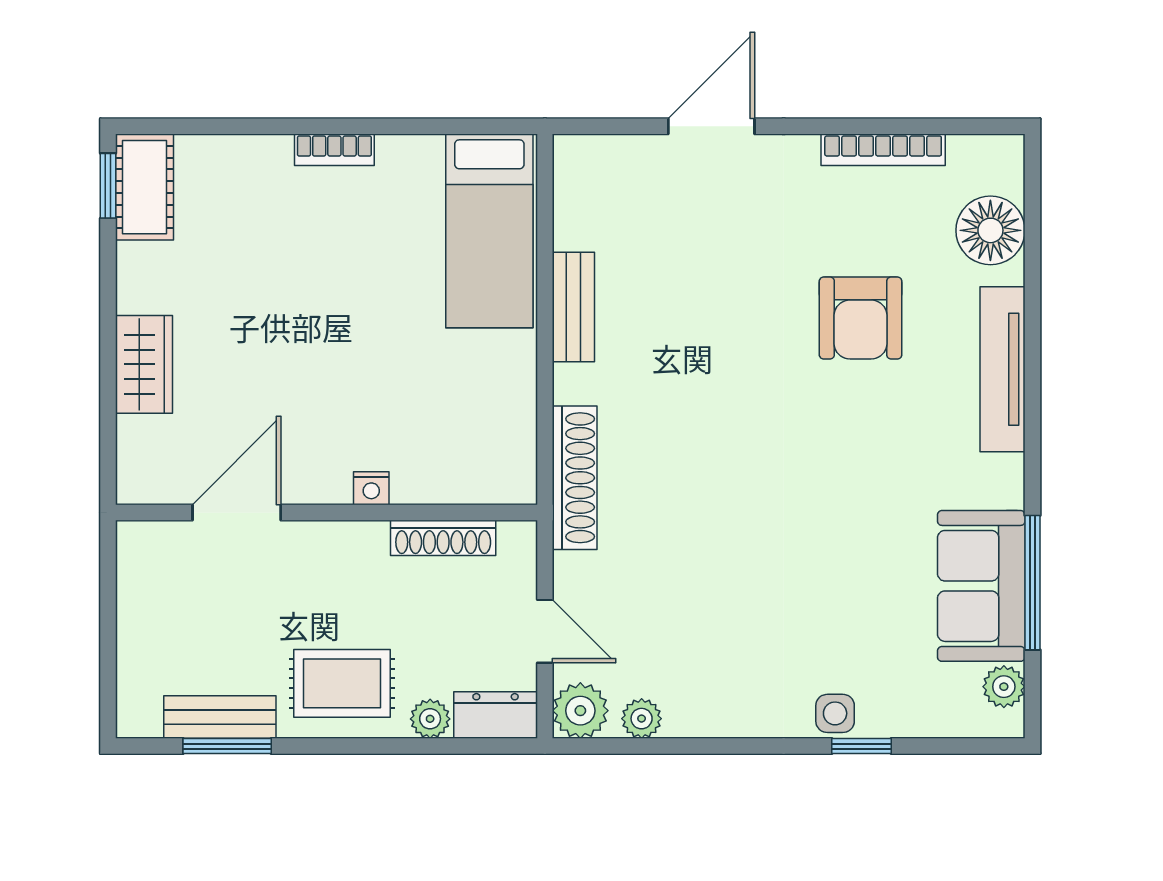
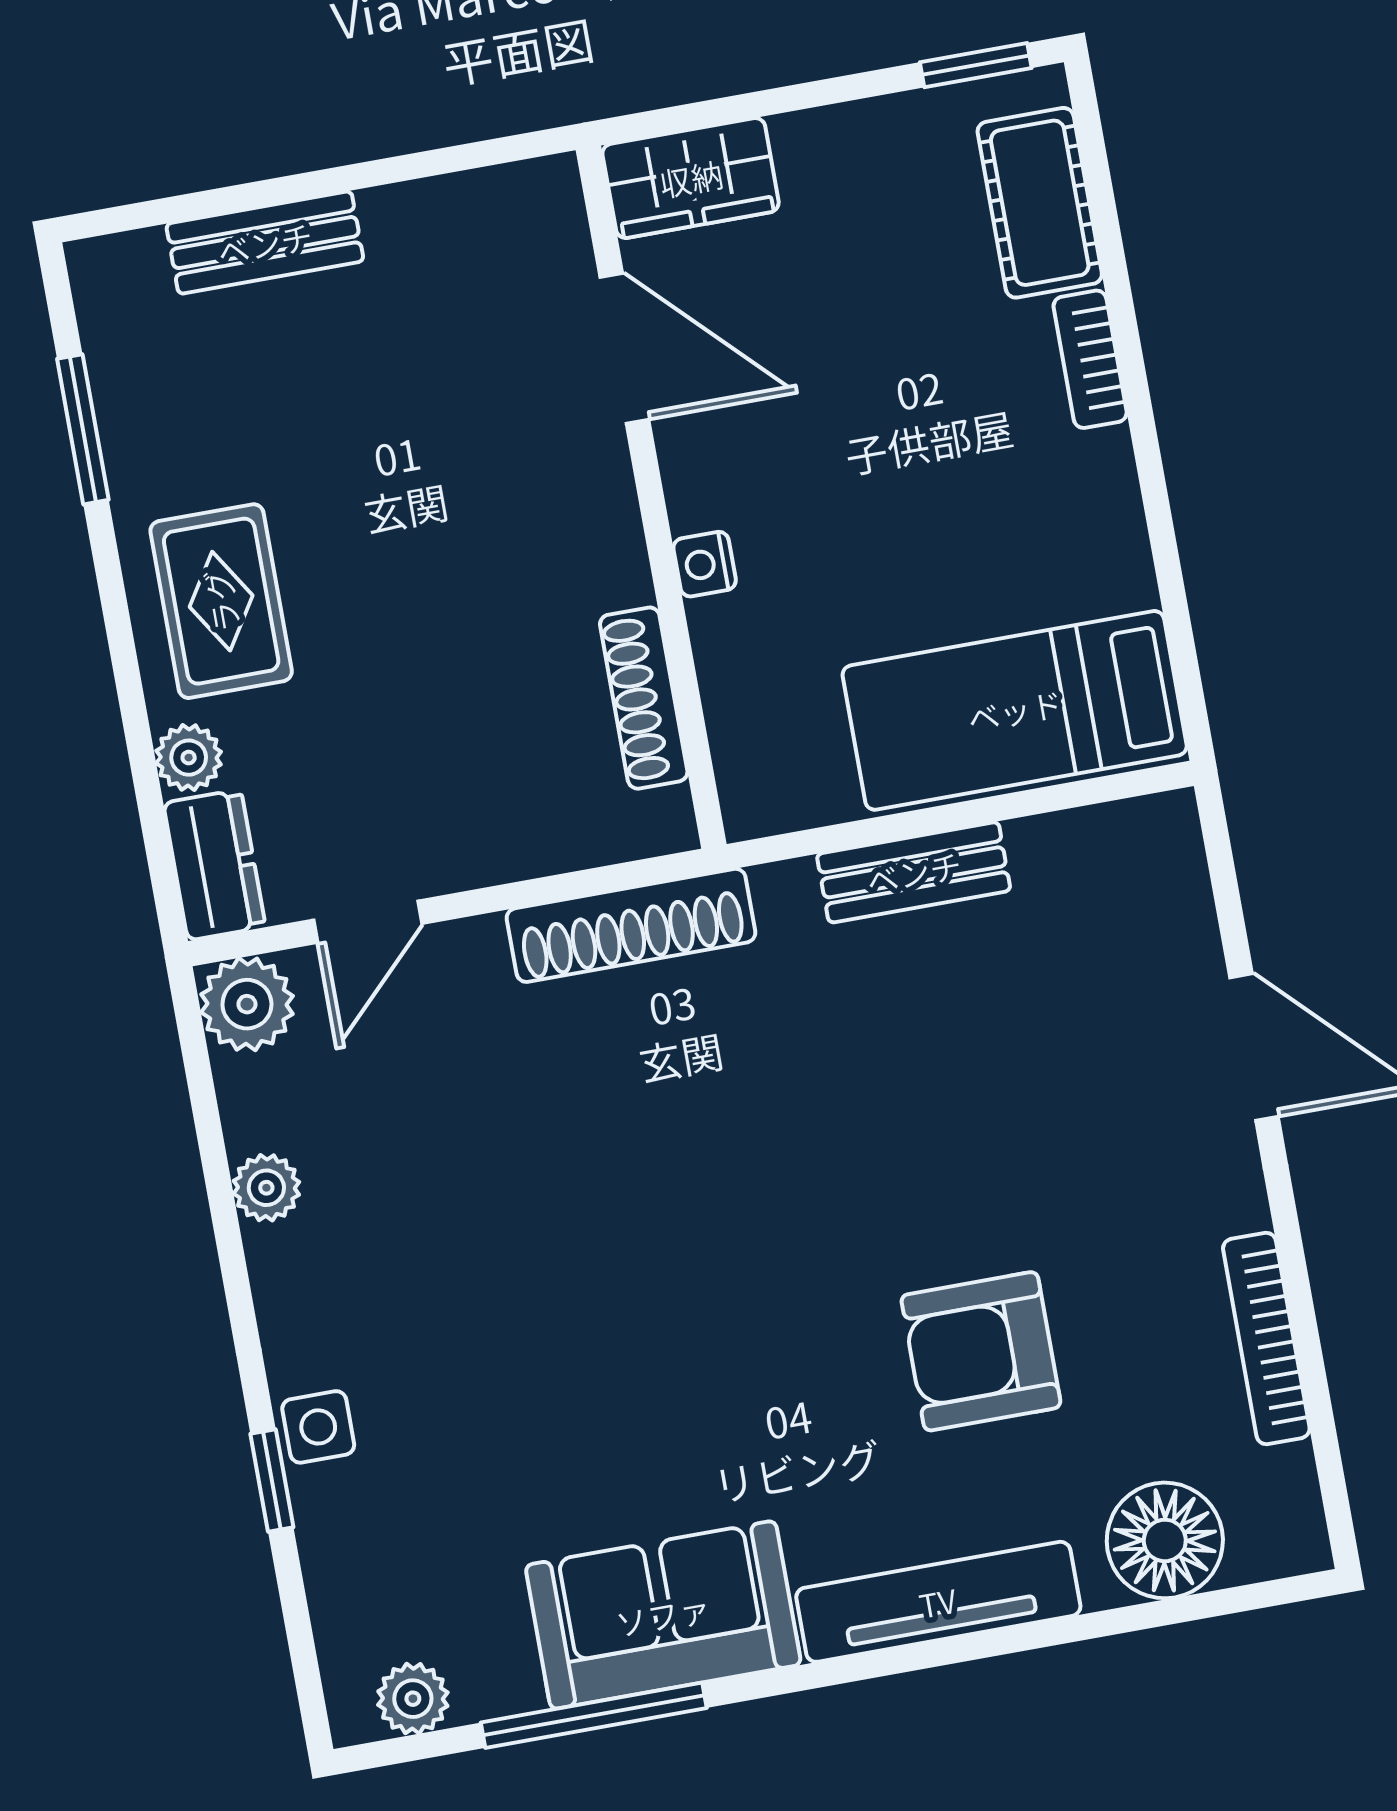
bookcase: (334, 150) -> (1090, 359), moved
cot: (144, 187) -> (1040, 203), moved, turned 90
nightstand: (371, 488) -> (705, 564), moved
door: (237, 512) -> (624, 348), moved
wall: (326, 512) -> (651, 497), moved
shoe rack: (443, 538) -> (644, 698), moved
sofa: (981, 586) -> (663, 1615), moved
bench: (220, 717) -> (265, 243), moved, turned 90
plant: (642, 719) -> (266, 1188), moved

